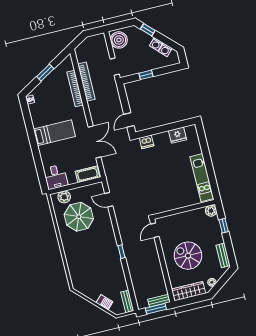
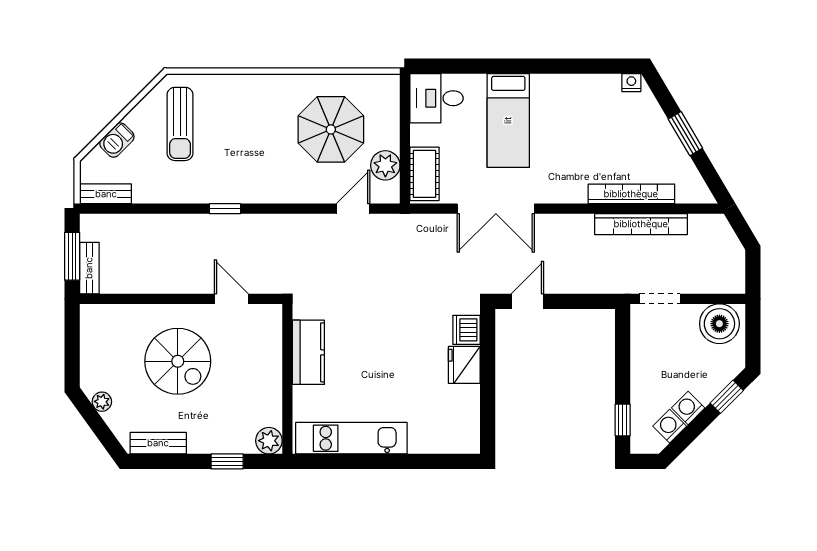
window: (146, 75) -> (623, 420), moved
door: (129, 120) -> (527, 301), hinge flipped
bed: (54, 133) -> (508, 120), moved
fridge: (178, 135) -> (464, 365), moved
plant: (64, 197) -> (385, 165), moved
kitchen counter: (171, 204) -> (308, 352), added
door: (155, 230) -> (231, 299), moved
spiral stairs: (188, 256) -> (178, 361), turned 90
sun lounger: (92, 278) -> (180, 124), added
wardrobe: (189, 291) -> (95, 342), removed

